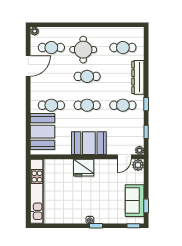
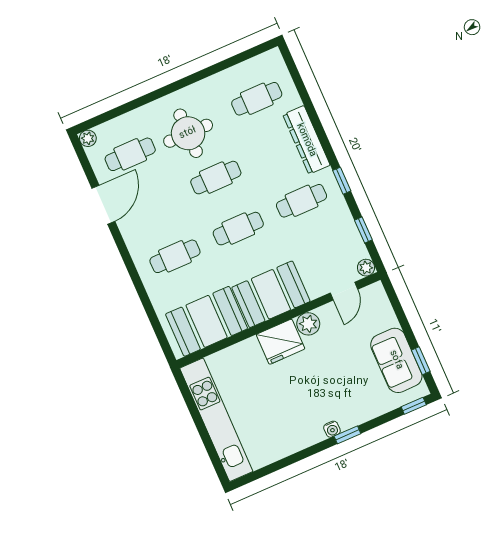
booth: (42, 132) -> (207, 321), moved, turned 90
plant: (138, 165) -> (308, 324), moved

